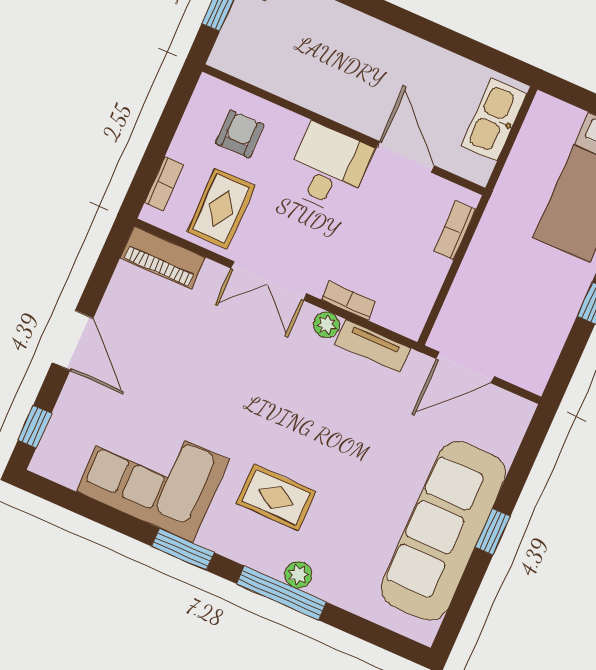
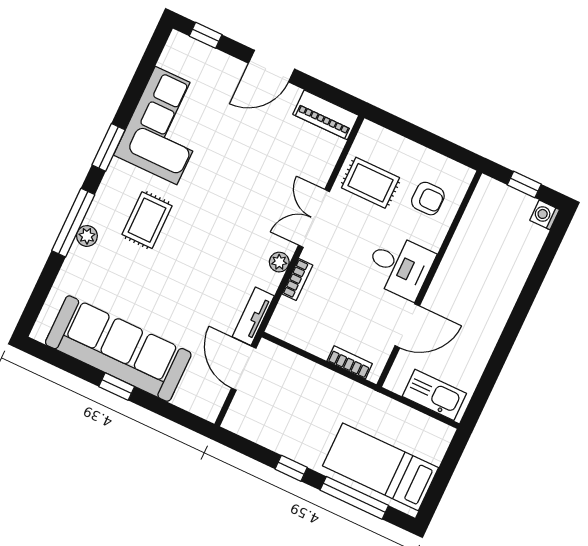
bookcase: (164, 184) -> (391, 139), removed
piano: (163, 258) -> (326, 115), moved, turned -90
tv unit: (373, 346) -> (253, 316), moved

